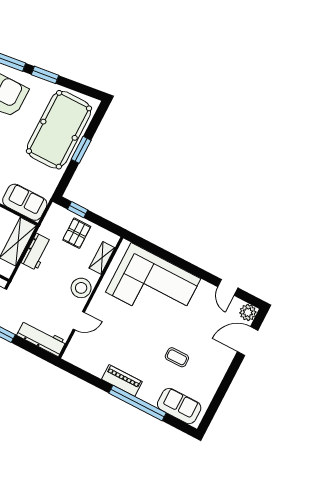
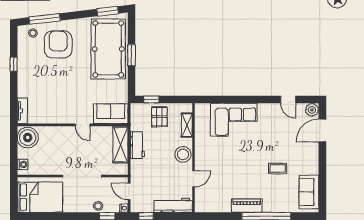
window: (45, 75) -> (108, 11), moved
corner sofa: (153, 285) -> (234, 120), width x0.73, depth x0.74
sofa: (179, 406) -> (309, 192), moved, turned -90

